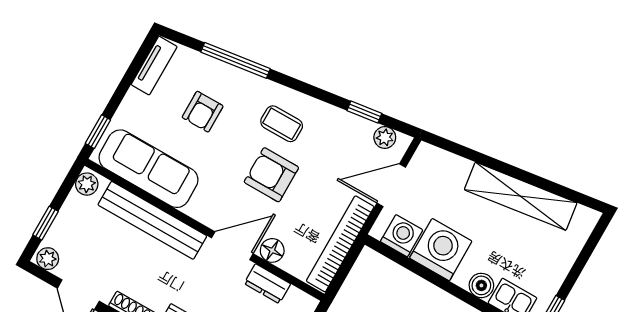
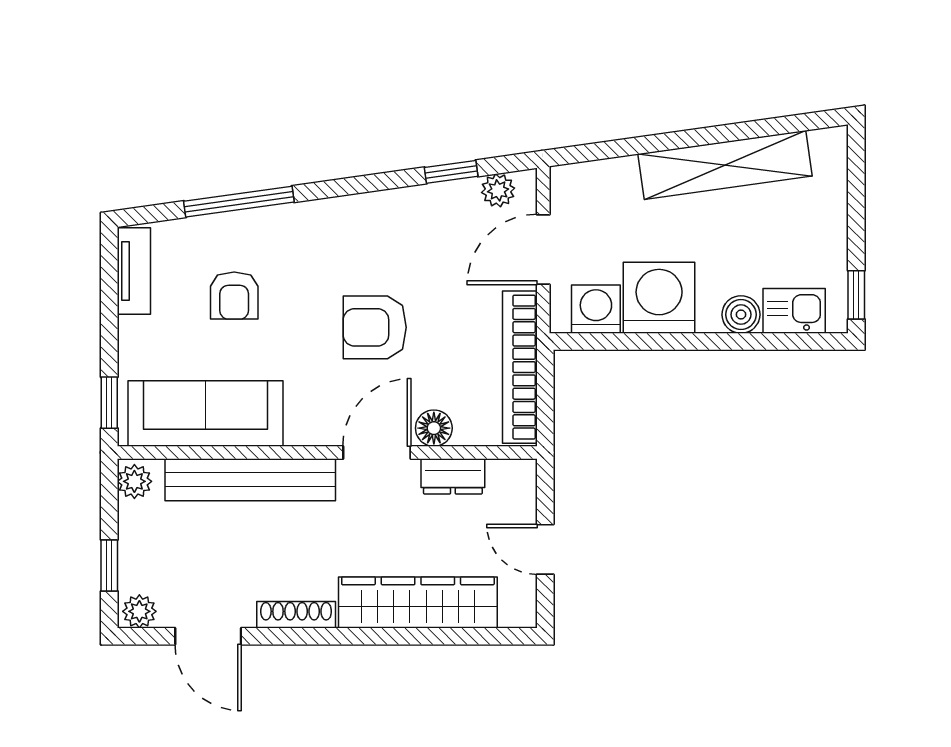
coffee table: (282, 124) -> (349, 251), removed

